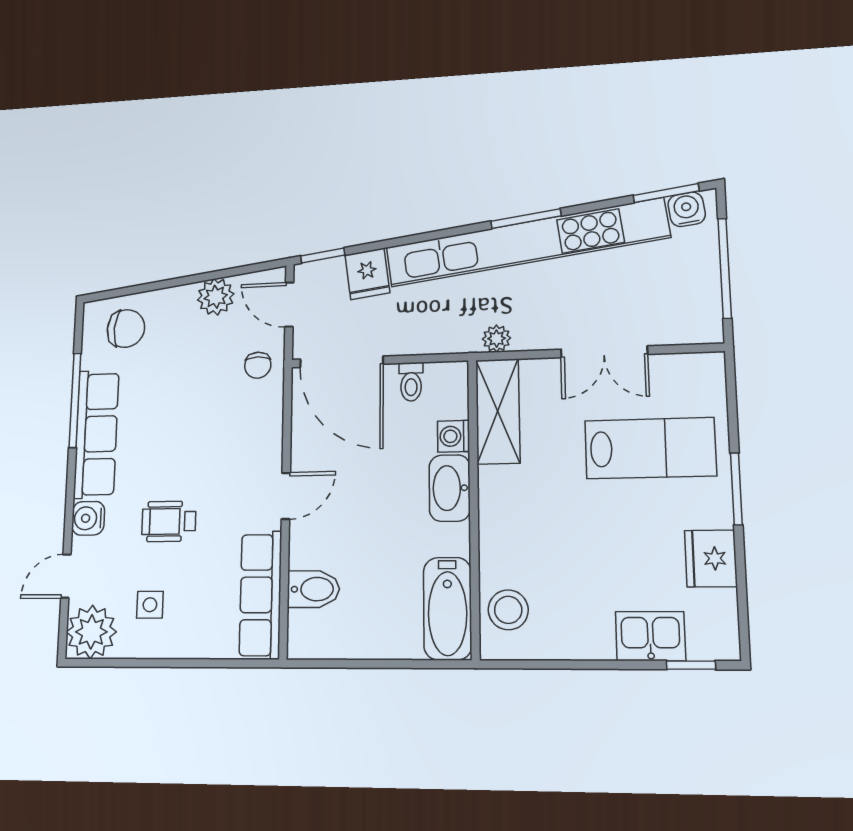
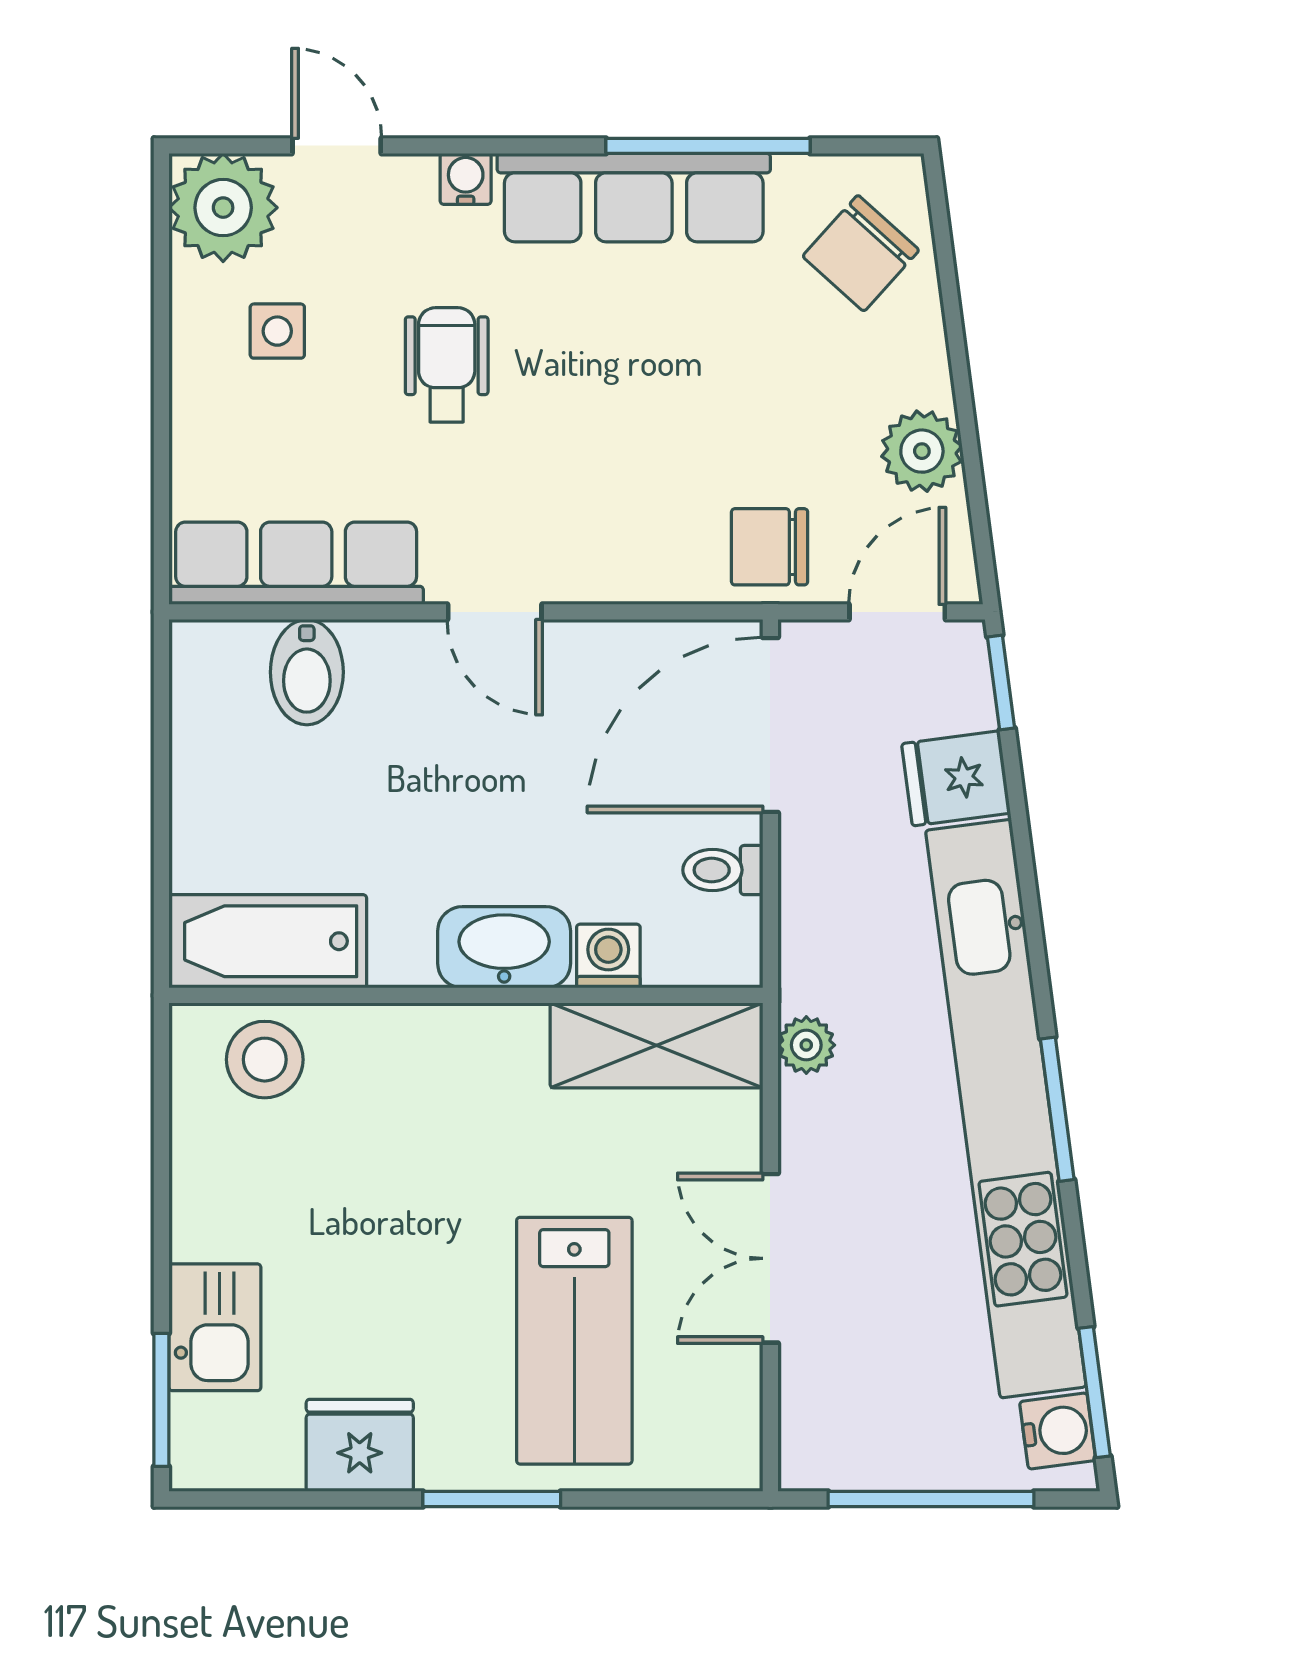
chair: (126, 329) -> (861, 253), turned 38
chair: (258, 365) -> (770, 547), width x1.37, depth x1.37
water cooler: (88, 518) -> (466, 179), width x0.72, depth x0.72
window: (691, 665) -> (161, 1400), width x1.50

